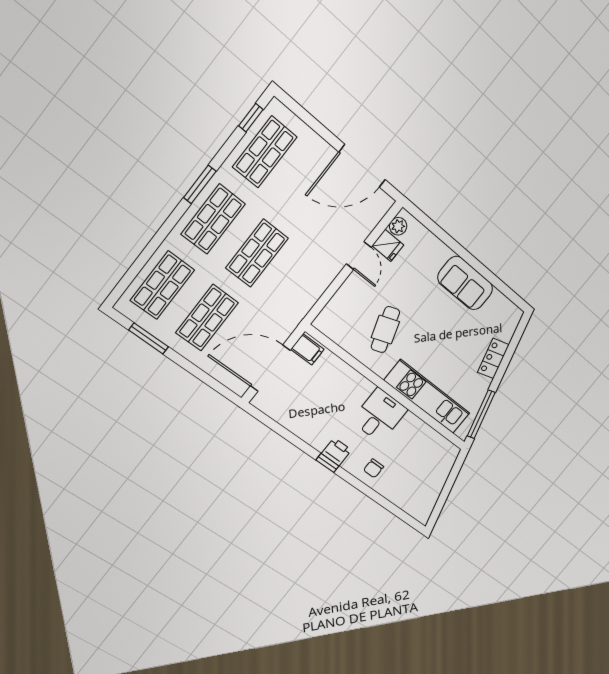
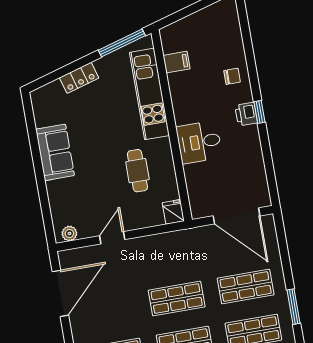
door: (362, 166) -> (60, 293), hinge flipped
fridge: (388, 245) -> (173, 212), moved
cafe table: (385, 330) -> (137, 171), turned -71
filing cabinet: (307, 349) -> (177, 62), moved, turned 90
desk: (379, 415) -> (199, 142), moved

